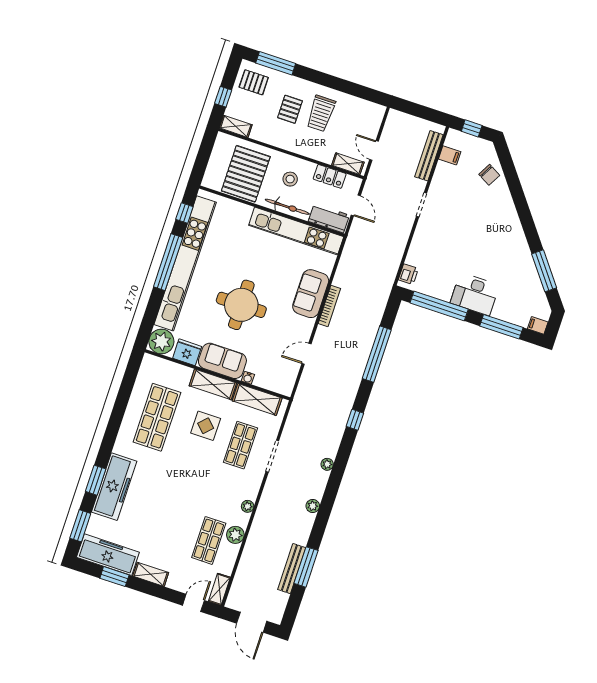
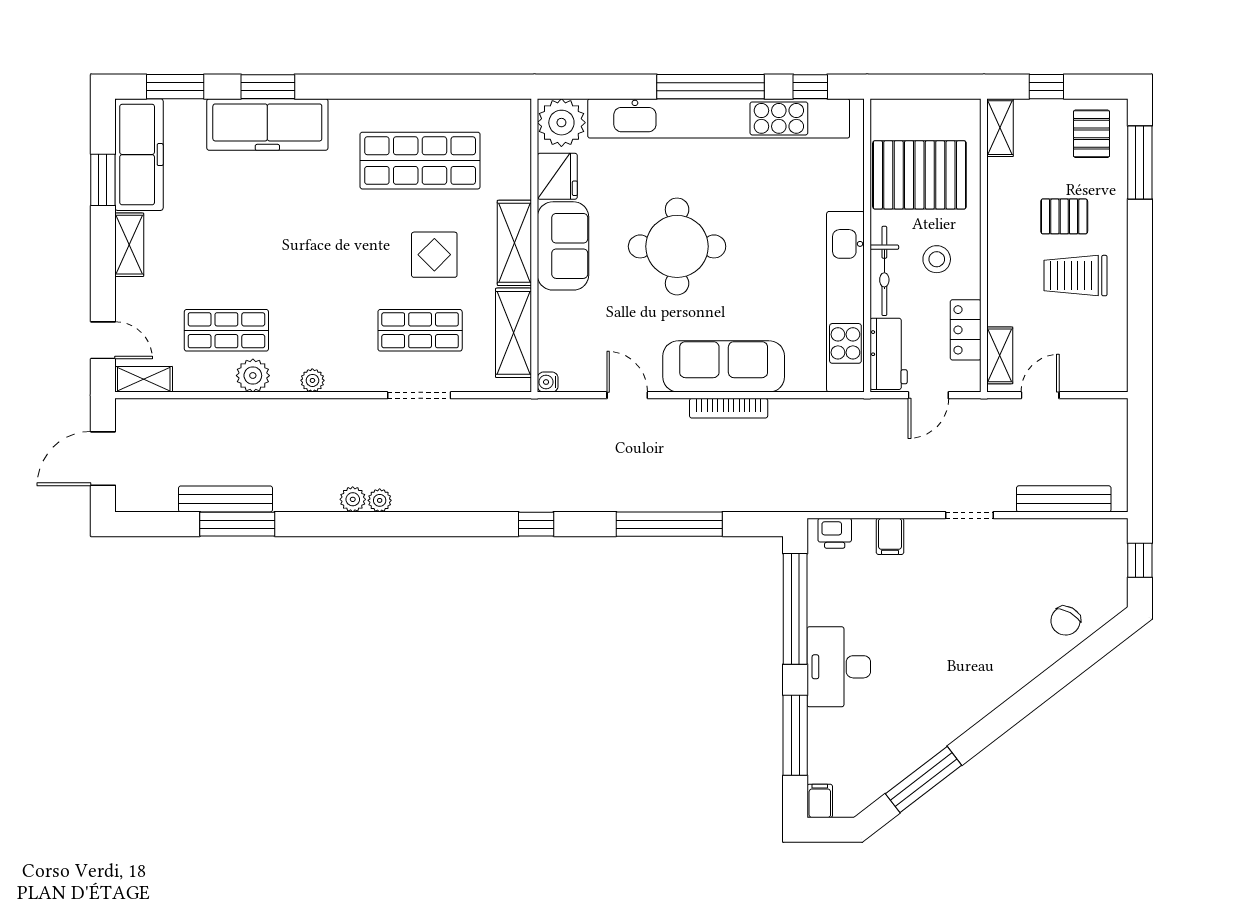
filing cabinet: (450, 155) -> (890, 536), moved
sofa: (311, 294) -> (724, 366), width x1.36
water cooler: (248, 378) -> (548, 382), moved
plant: (327, 464) -> (380, 500), moved

